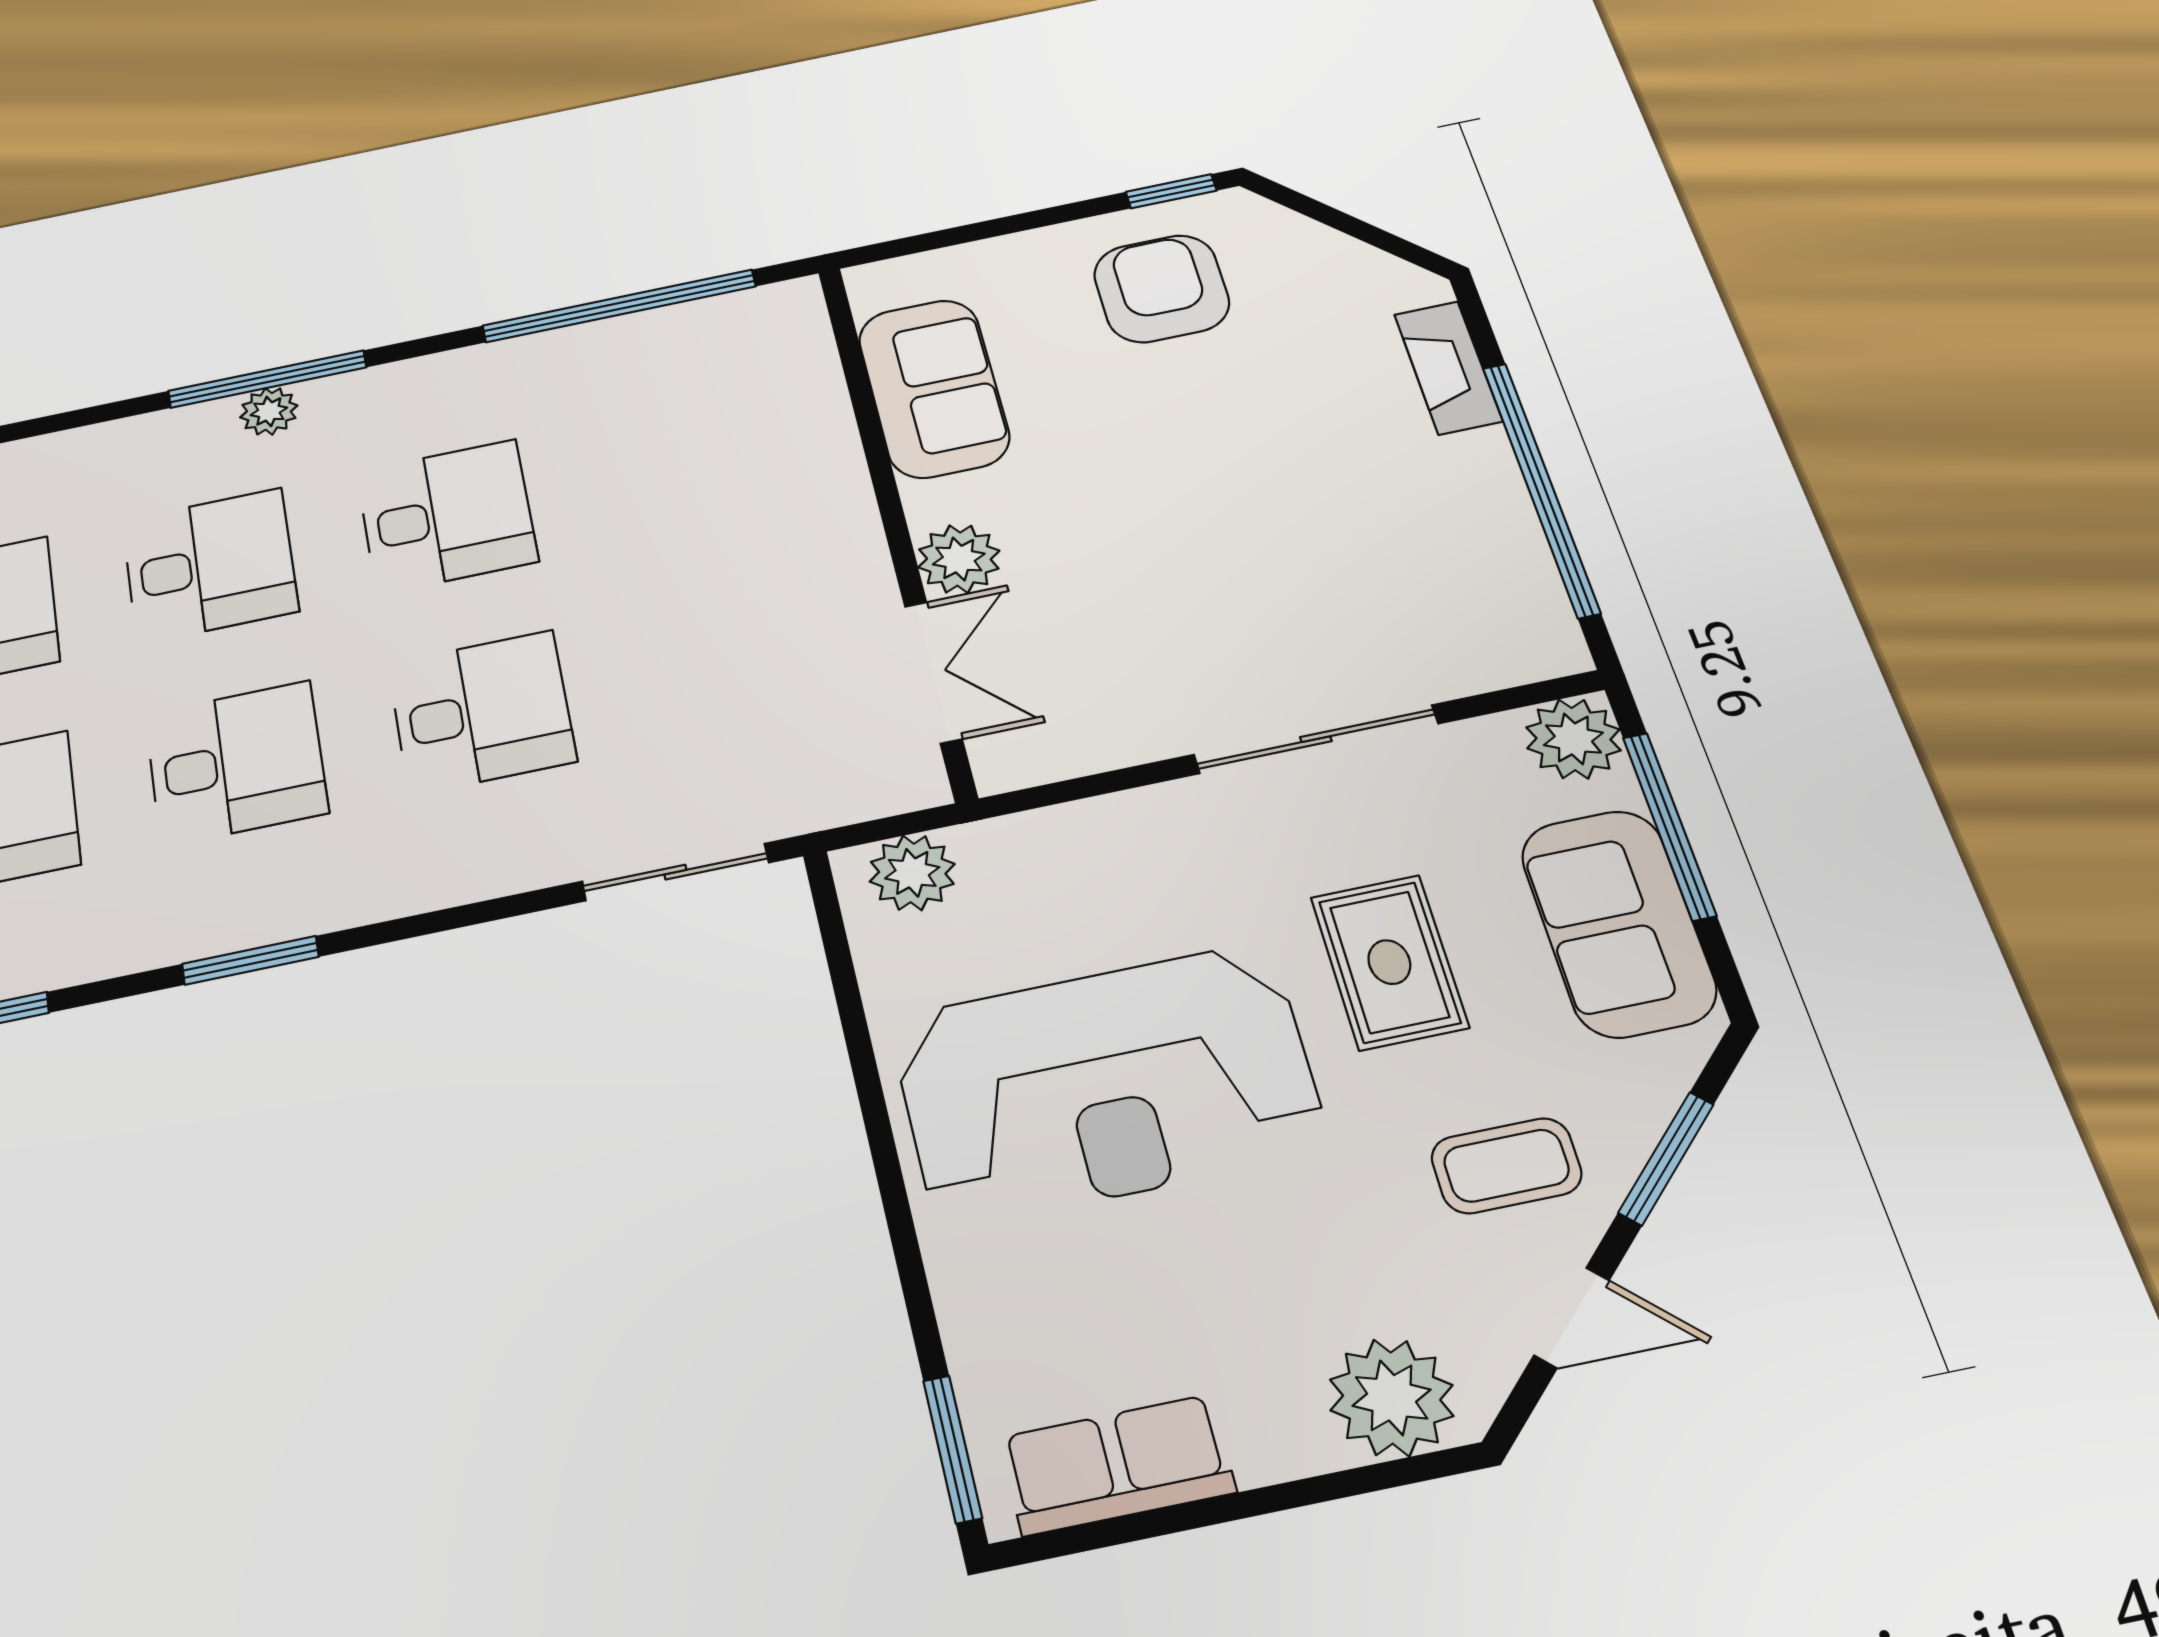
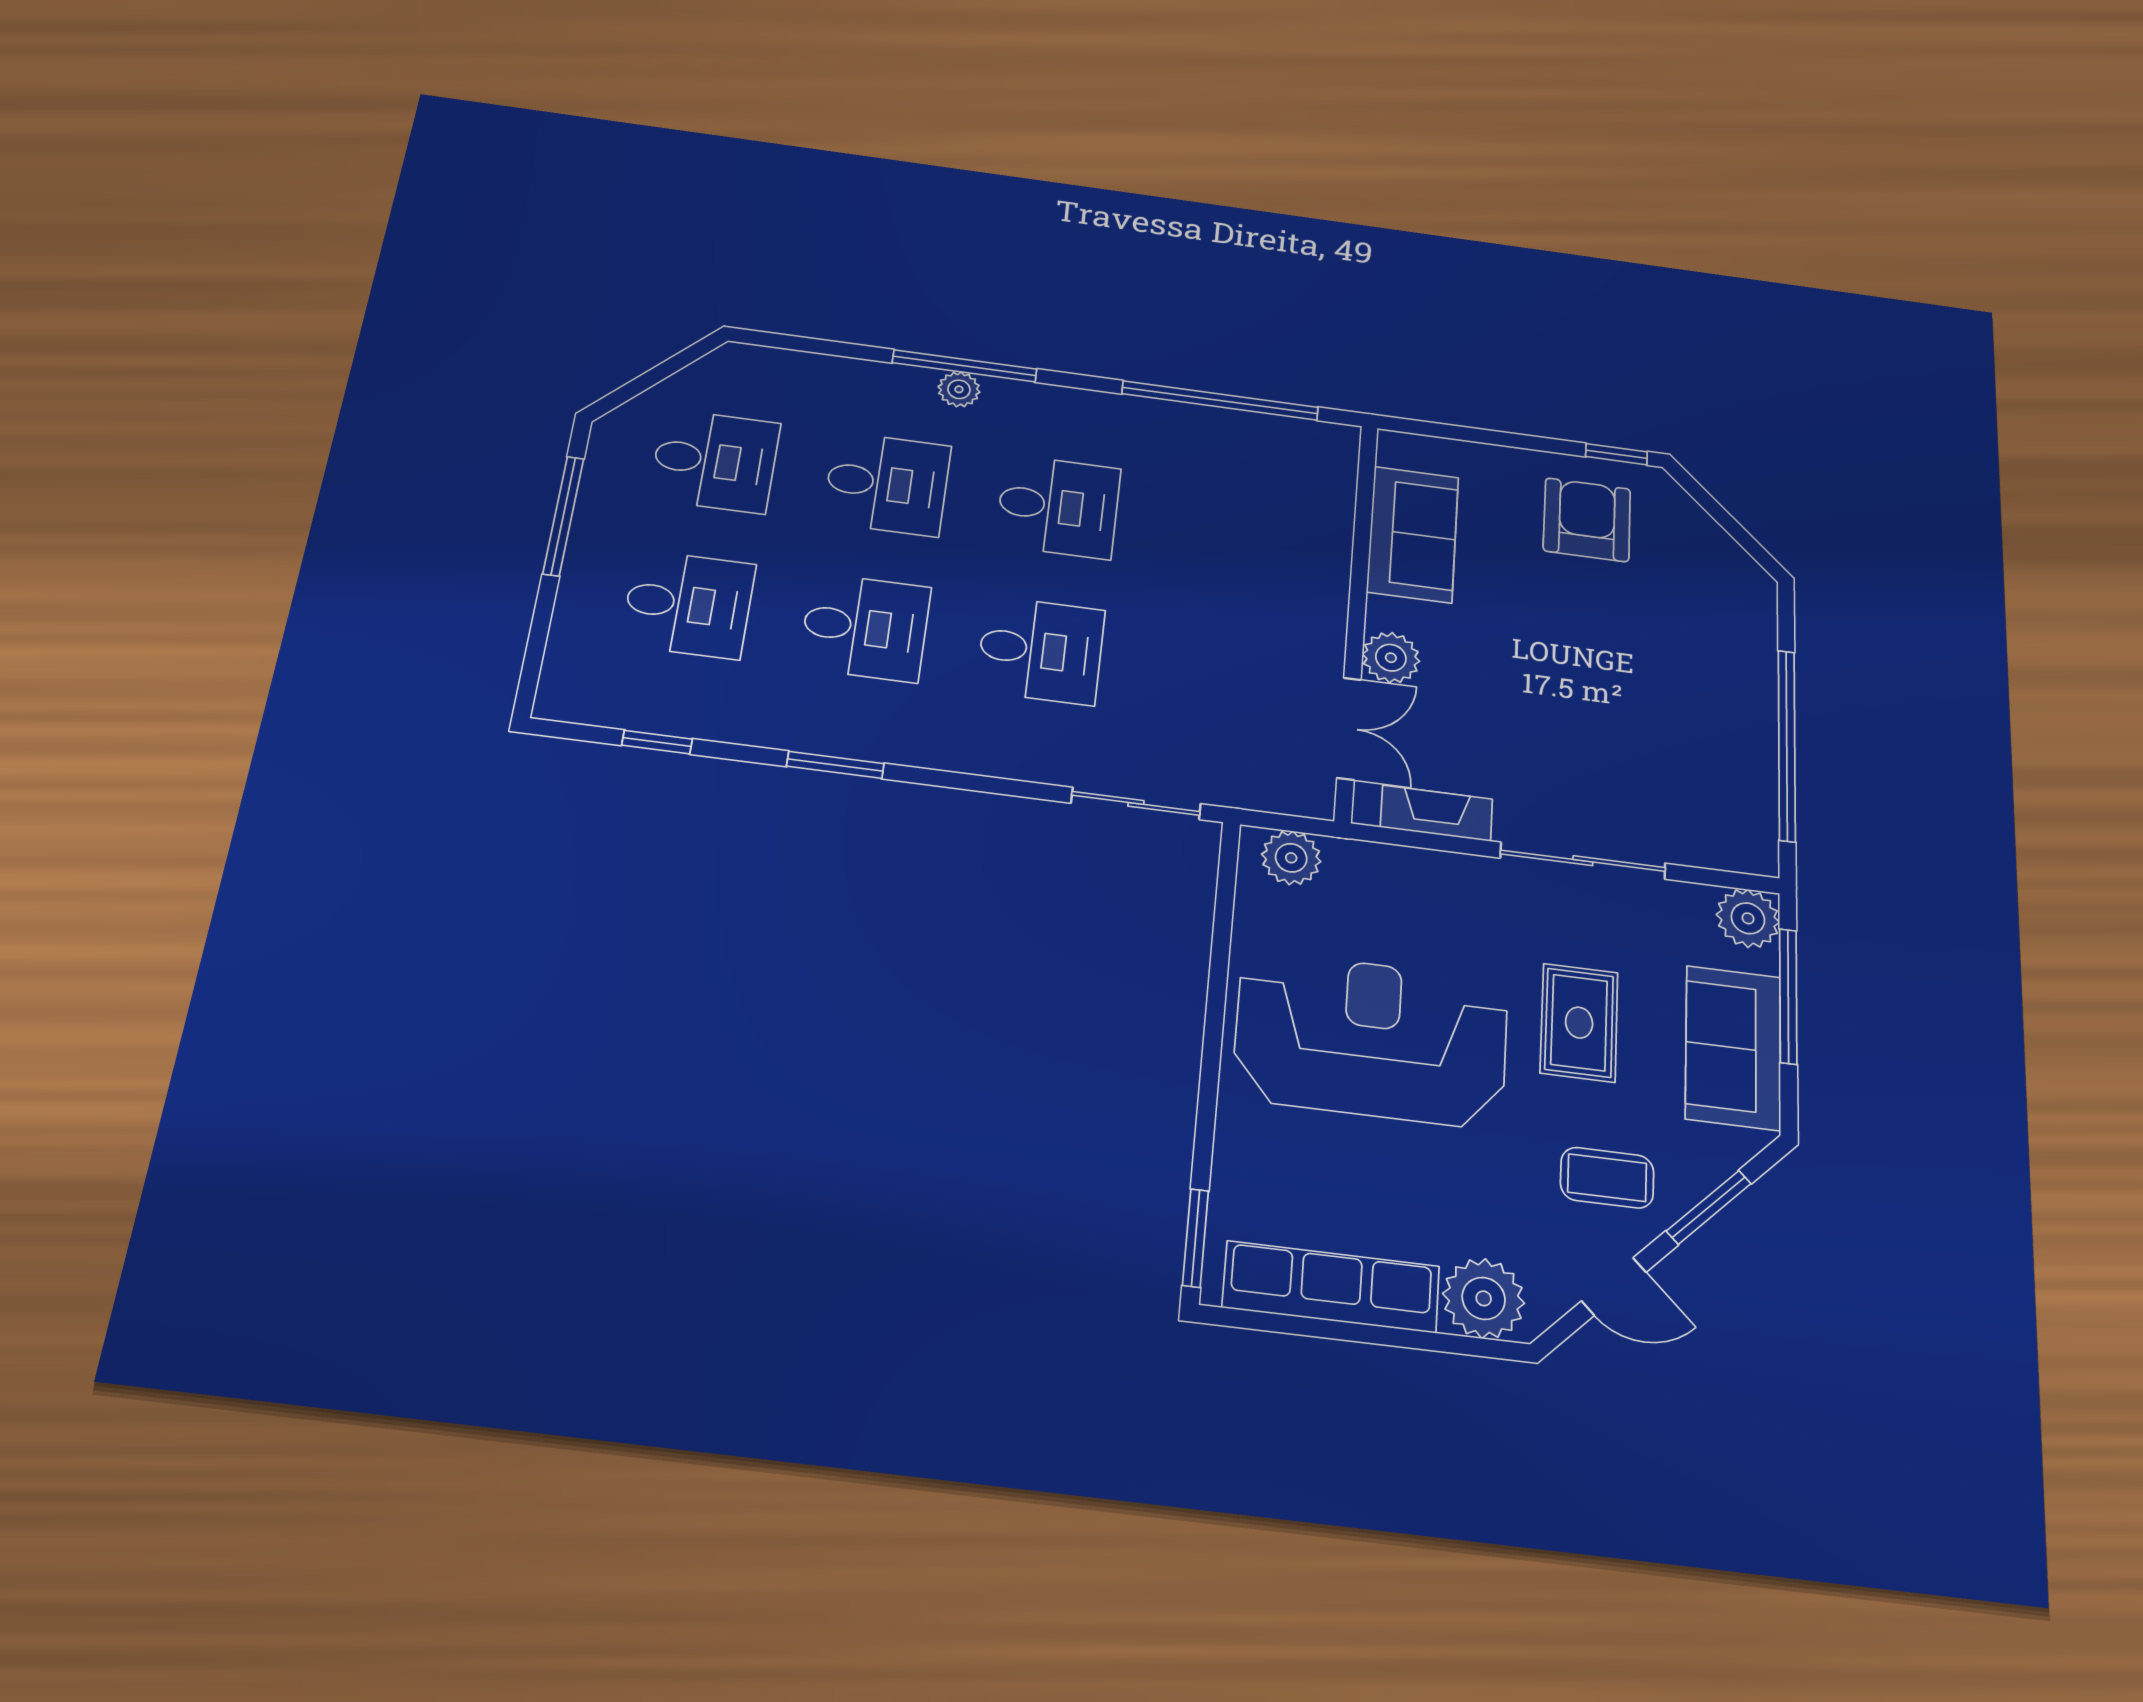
fireplace: (1448, 368) -> (1436, 813), moved, turned 90
reception desk: (1106, 1084) -> (1371, 1039), turned 180
row of seats: (1117, 1465) -> (1331, 1287), width x1.48

